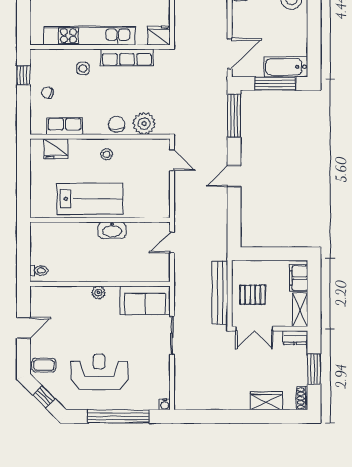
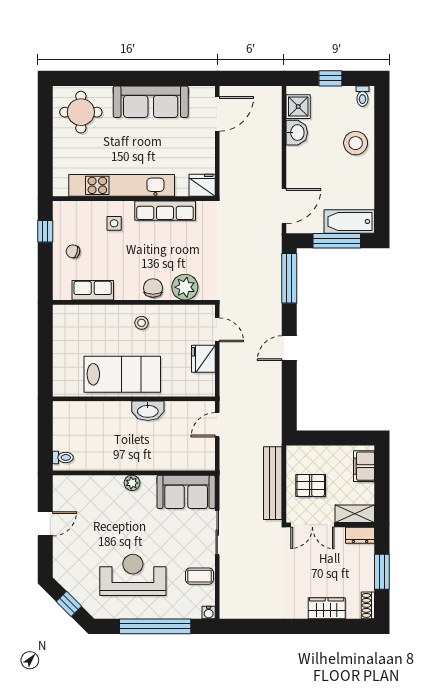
fridge: (56, 149) -> (203, 359), moved, turned 90
shelving: (300, 310) -> (355, 514), moved, turned 90
coffee table: (44, 365) -> (200, 576), moved

